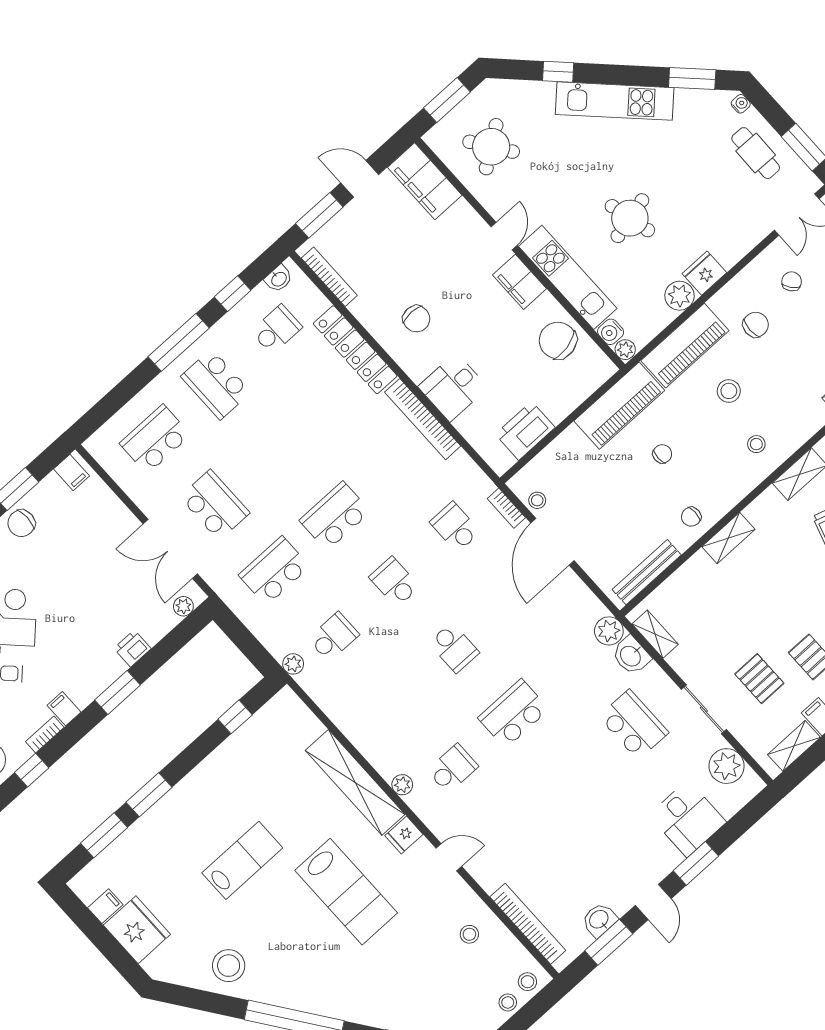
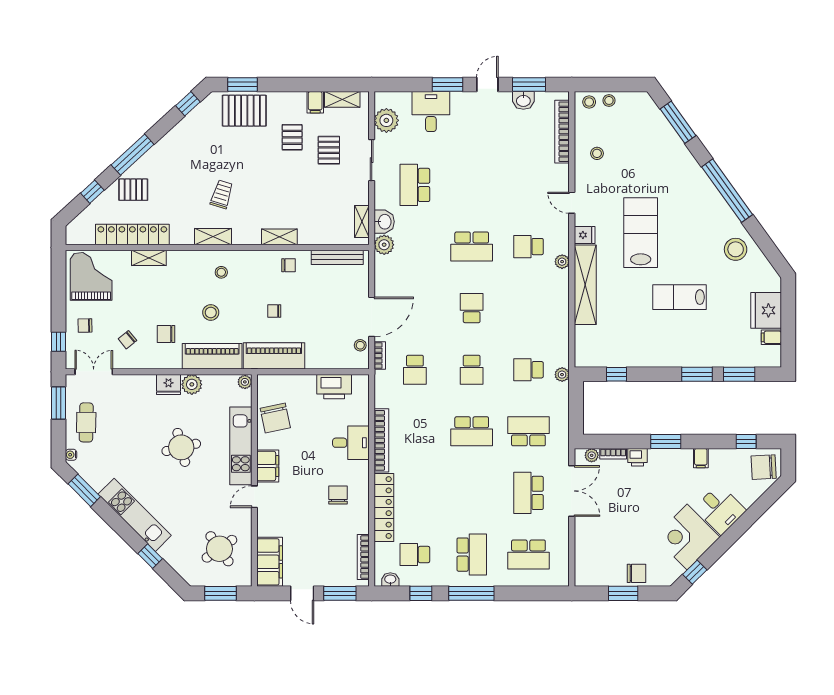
water cooler: (611, 332) -> (244, 398), removed
filing cabinet: (71, 472) -> (587, 576), removed
school desk: (274, 571) -> (528, 431), turned 180
bookcase: (45, 734) -> (613, 454), moved

